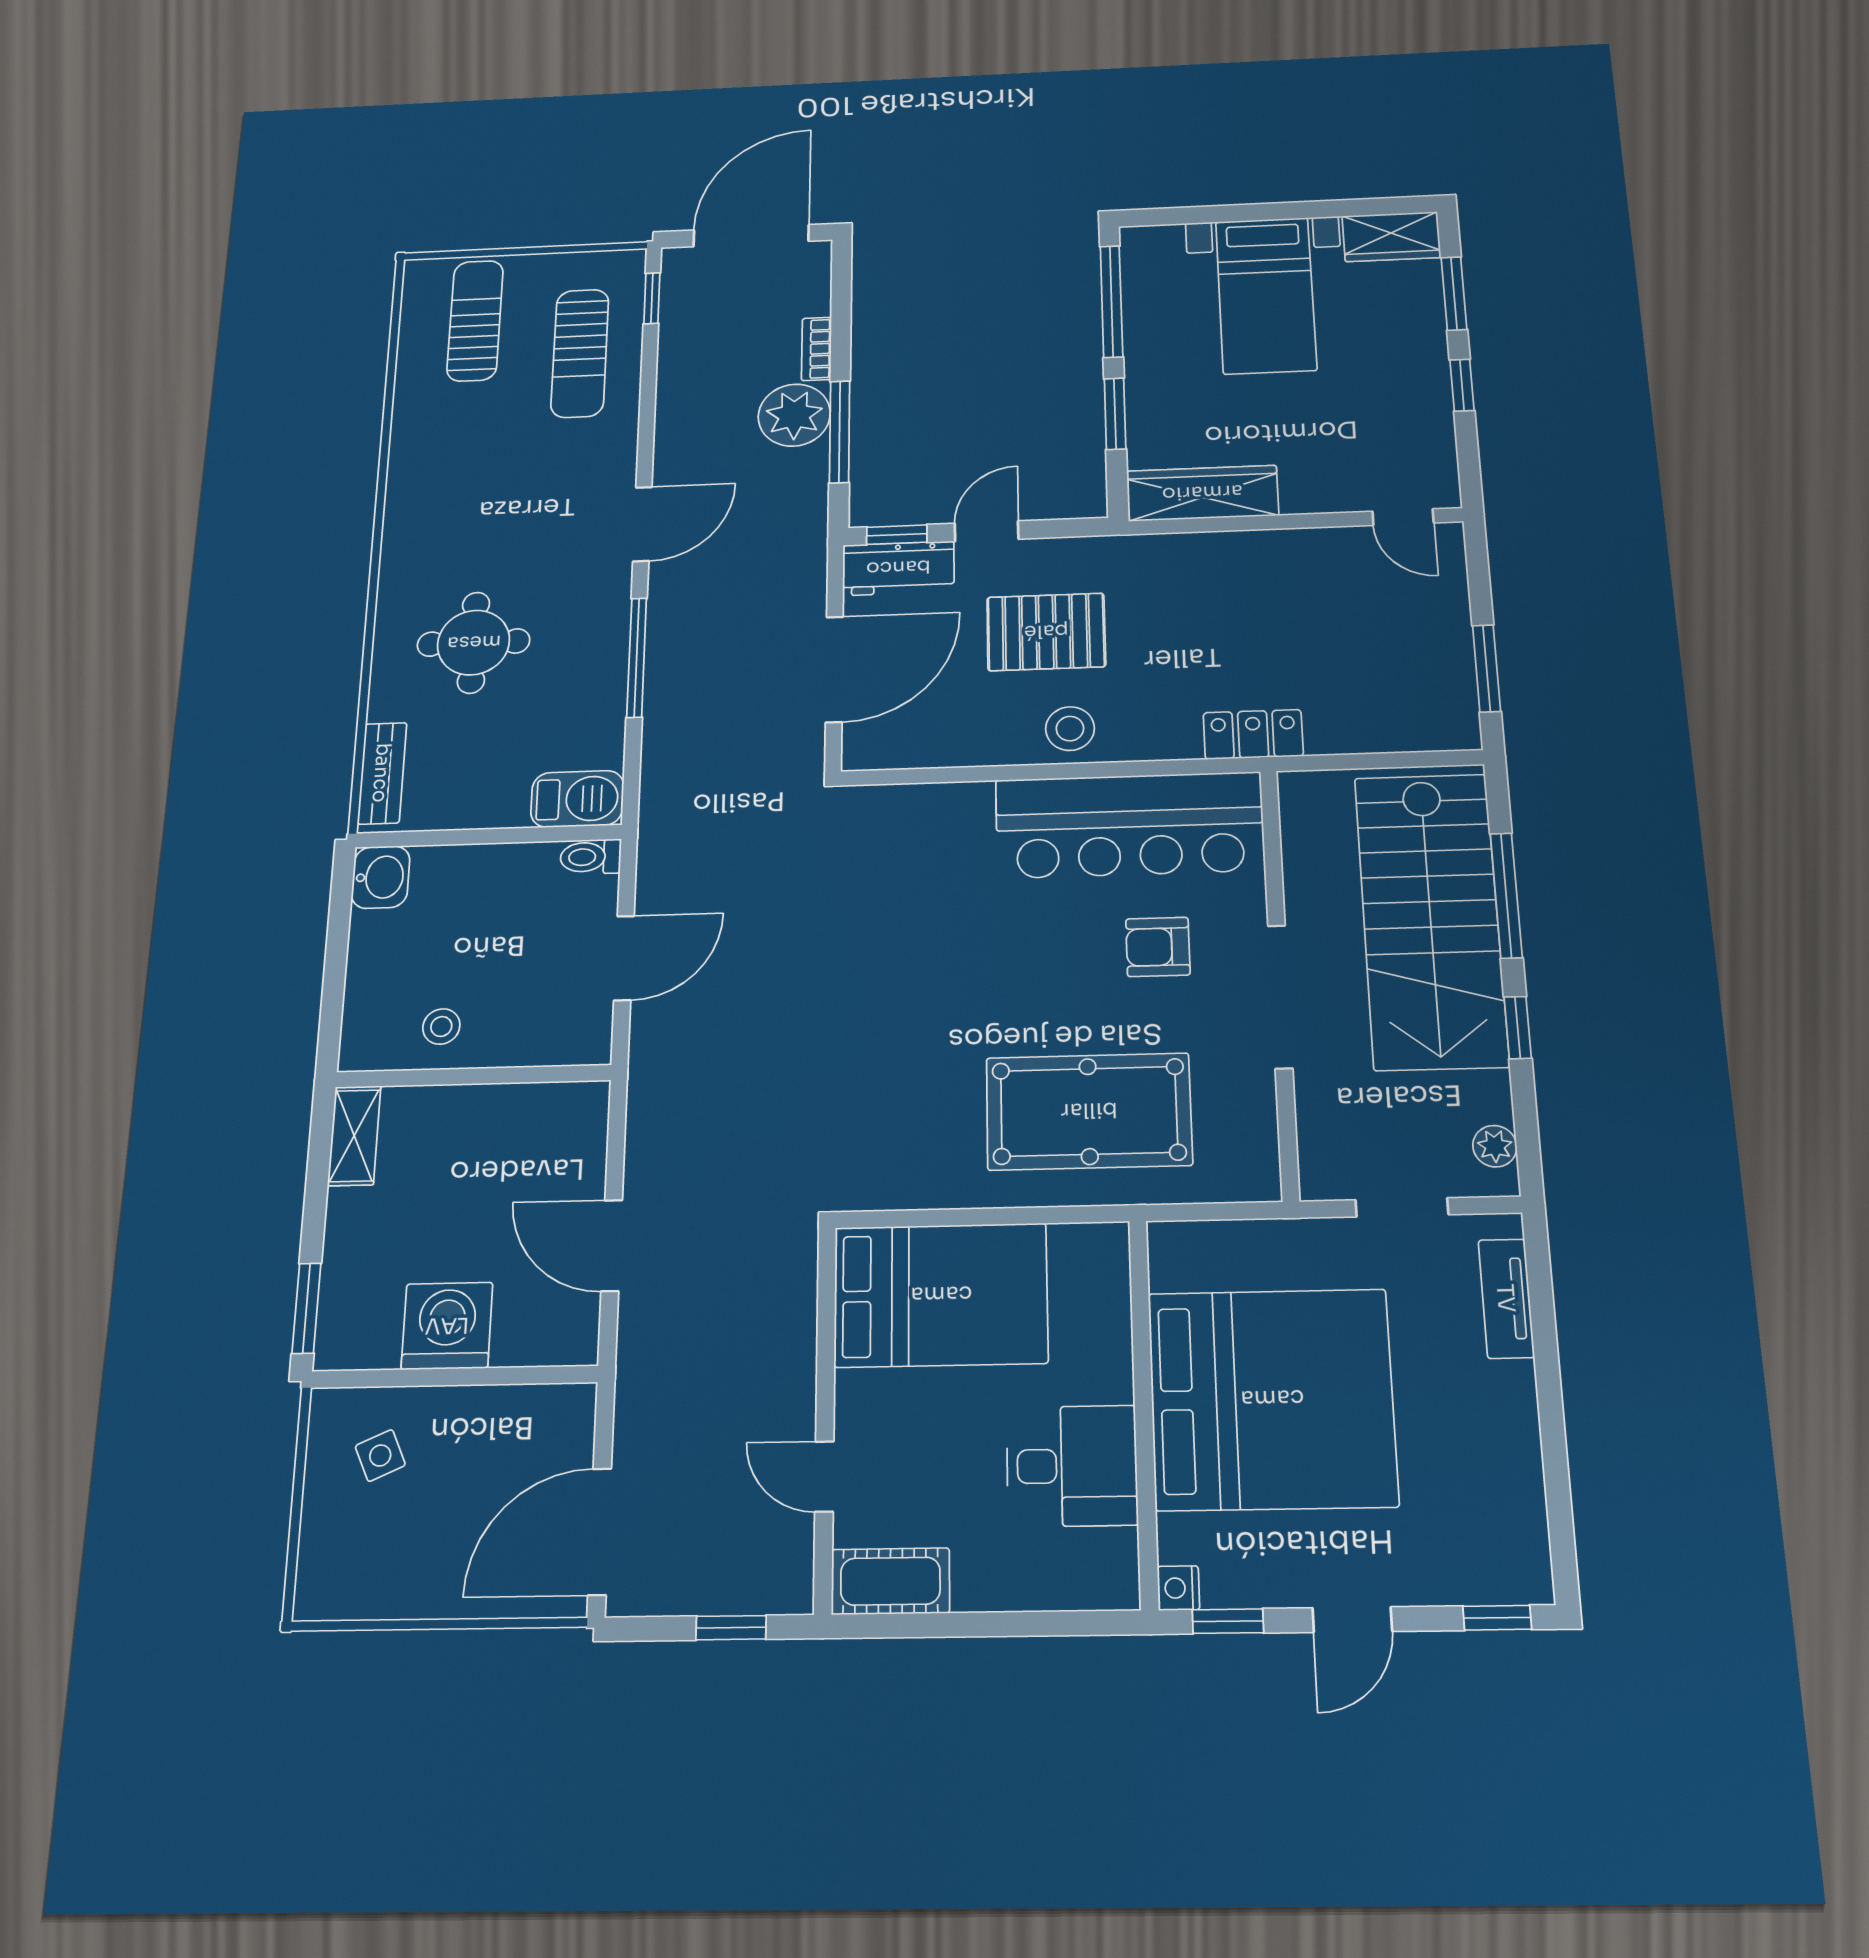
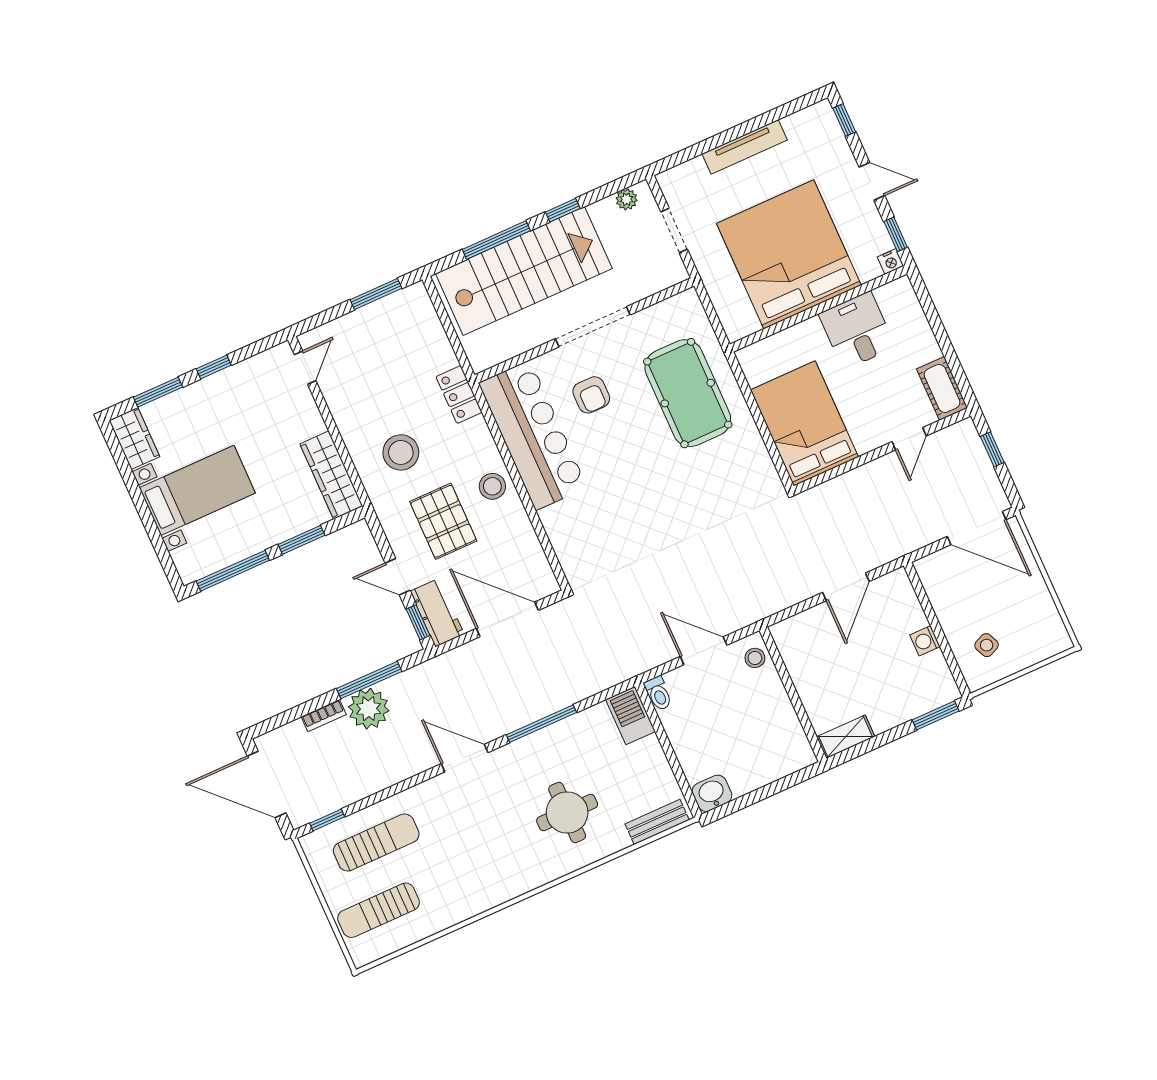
stool: (1193, 609) -> (401, 452), added
stool: (441, 1026) -> (755, 658), moved
tv unit: (1506, 1298) -> (745, 147), moved, width x1.41
washing machine: (447, 1326) -> (925, 641), width x0.53, depth x0.53

